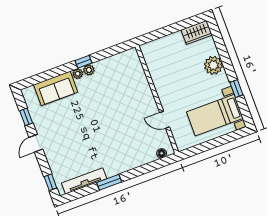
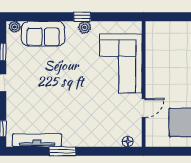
plant: (78, 74) -> (15, 27), moved
corner sofa: (131, 89) -> (121, 63), added
door: (165, 120) -> (144, 108), swing flipped

